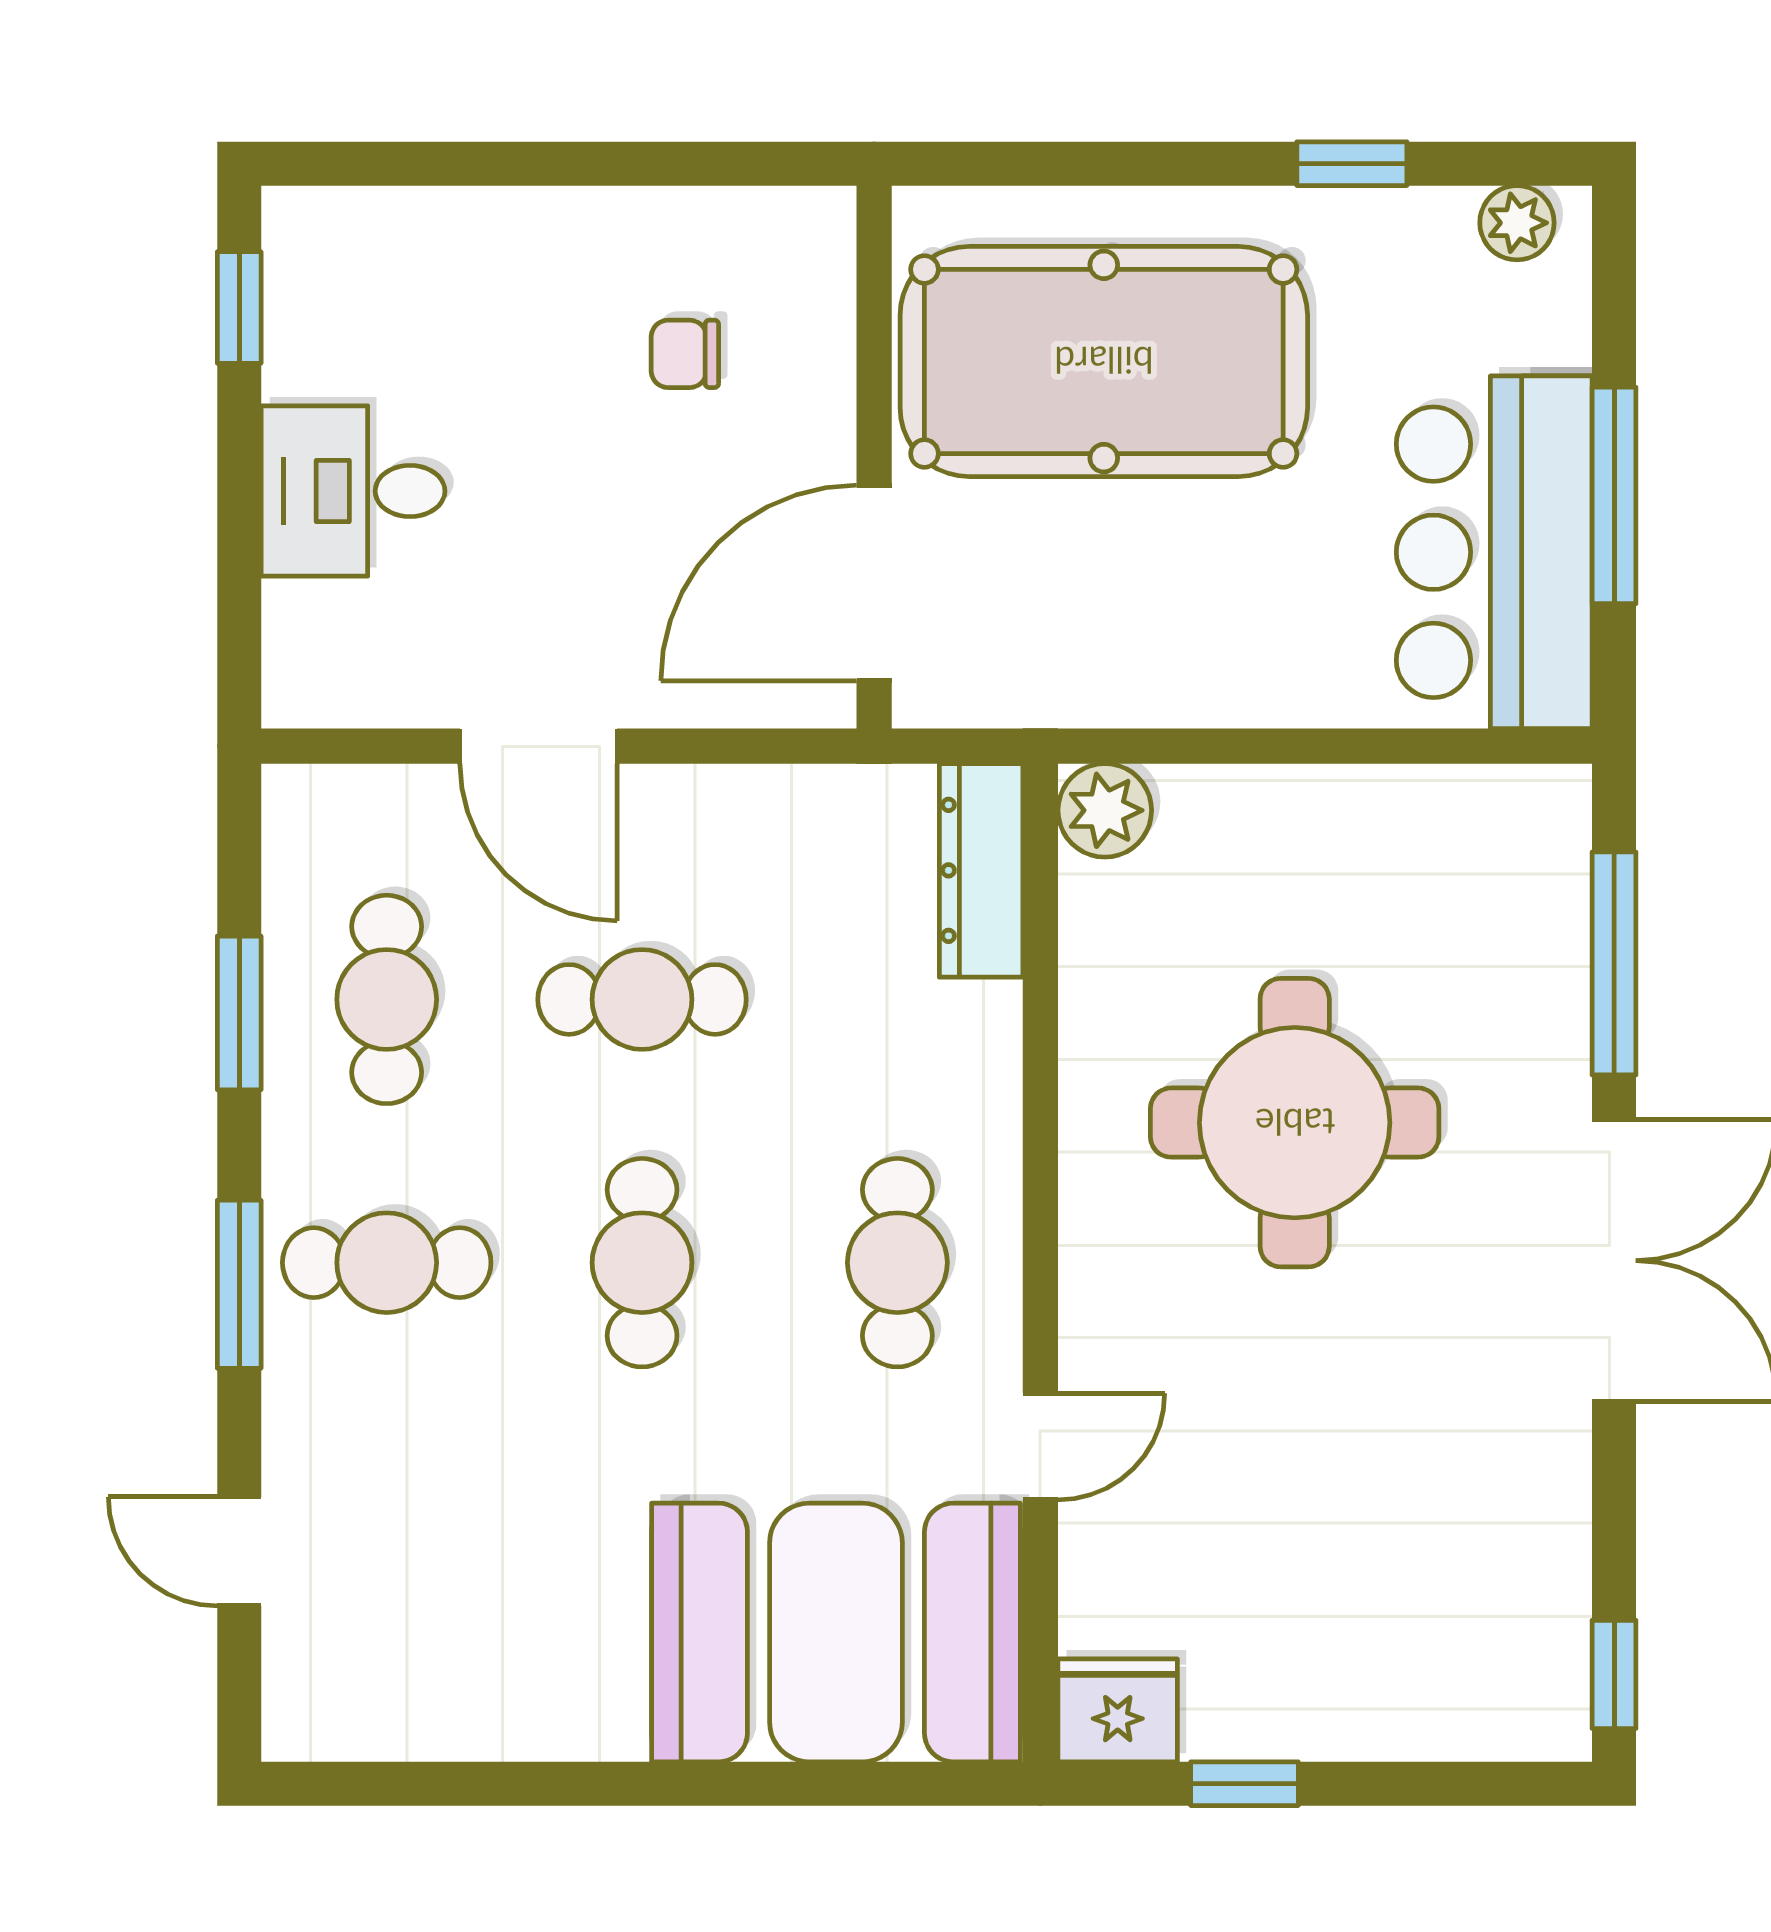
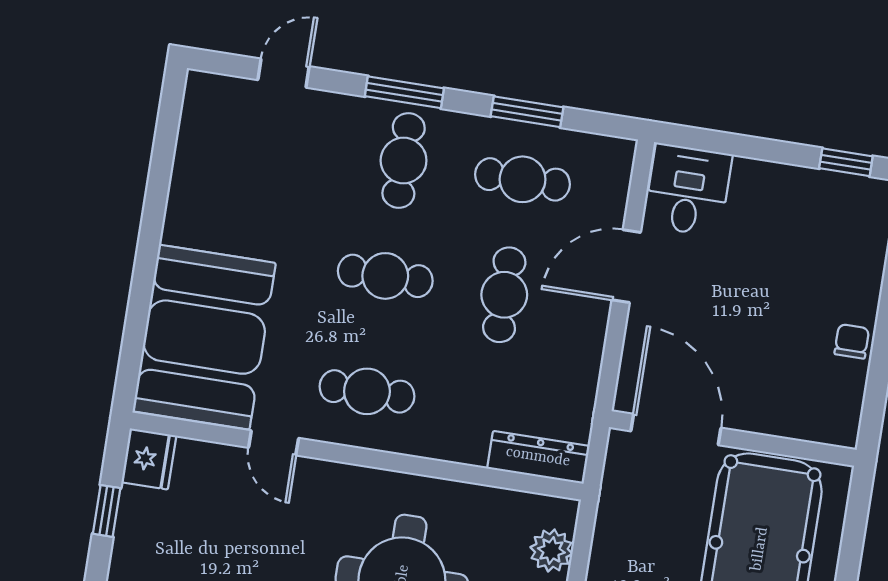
chair: (685, 354) -> (852, 341), moved
desk: (353, 491) -> (688, 190), moved
plant: (1105, 810) -> (551, 550), moved

